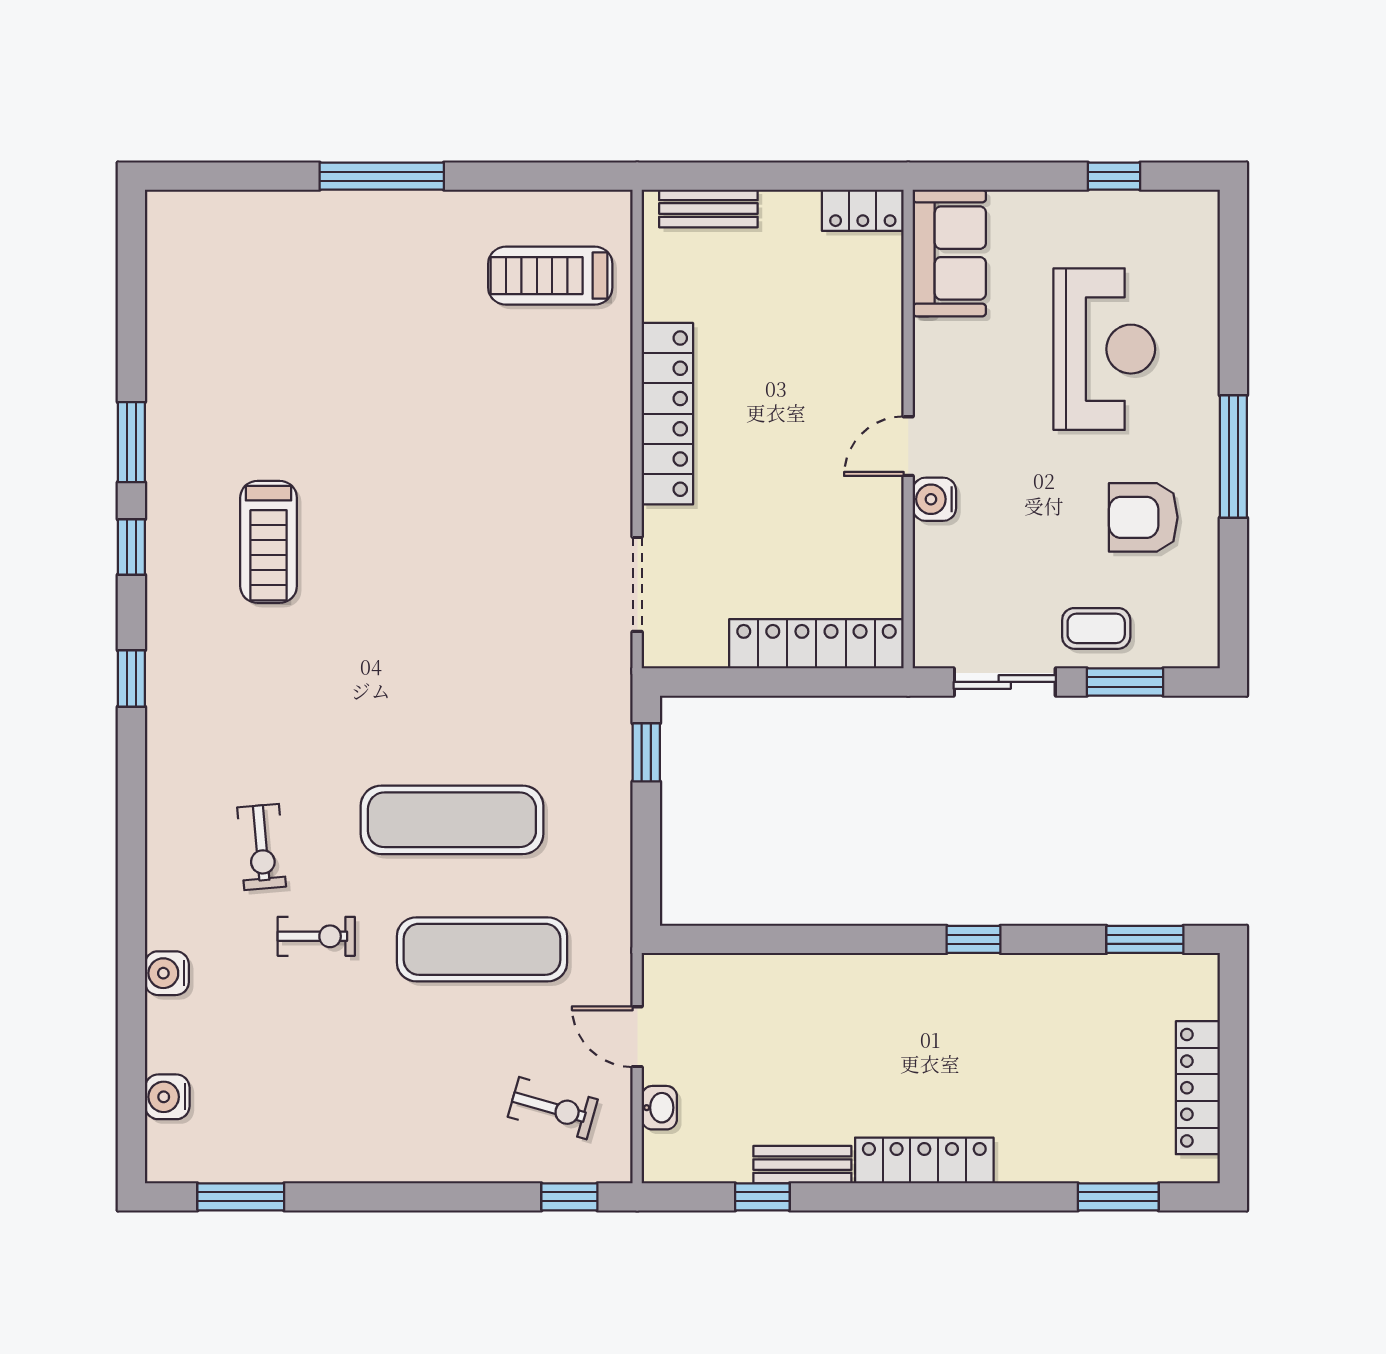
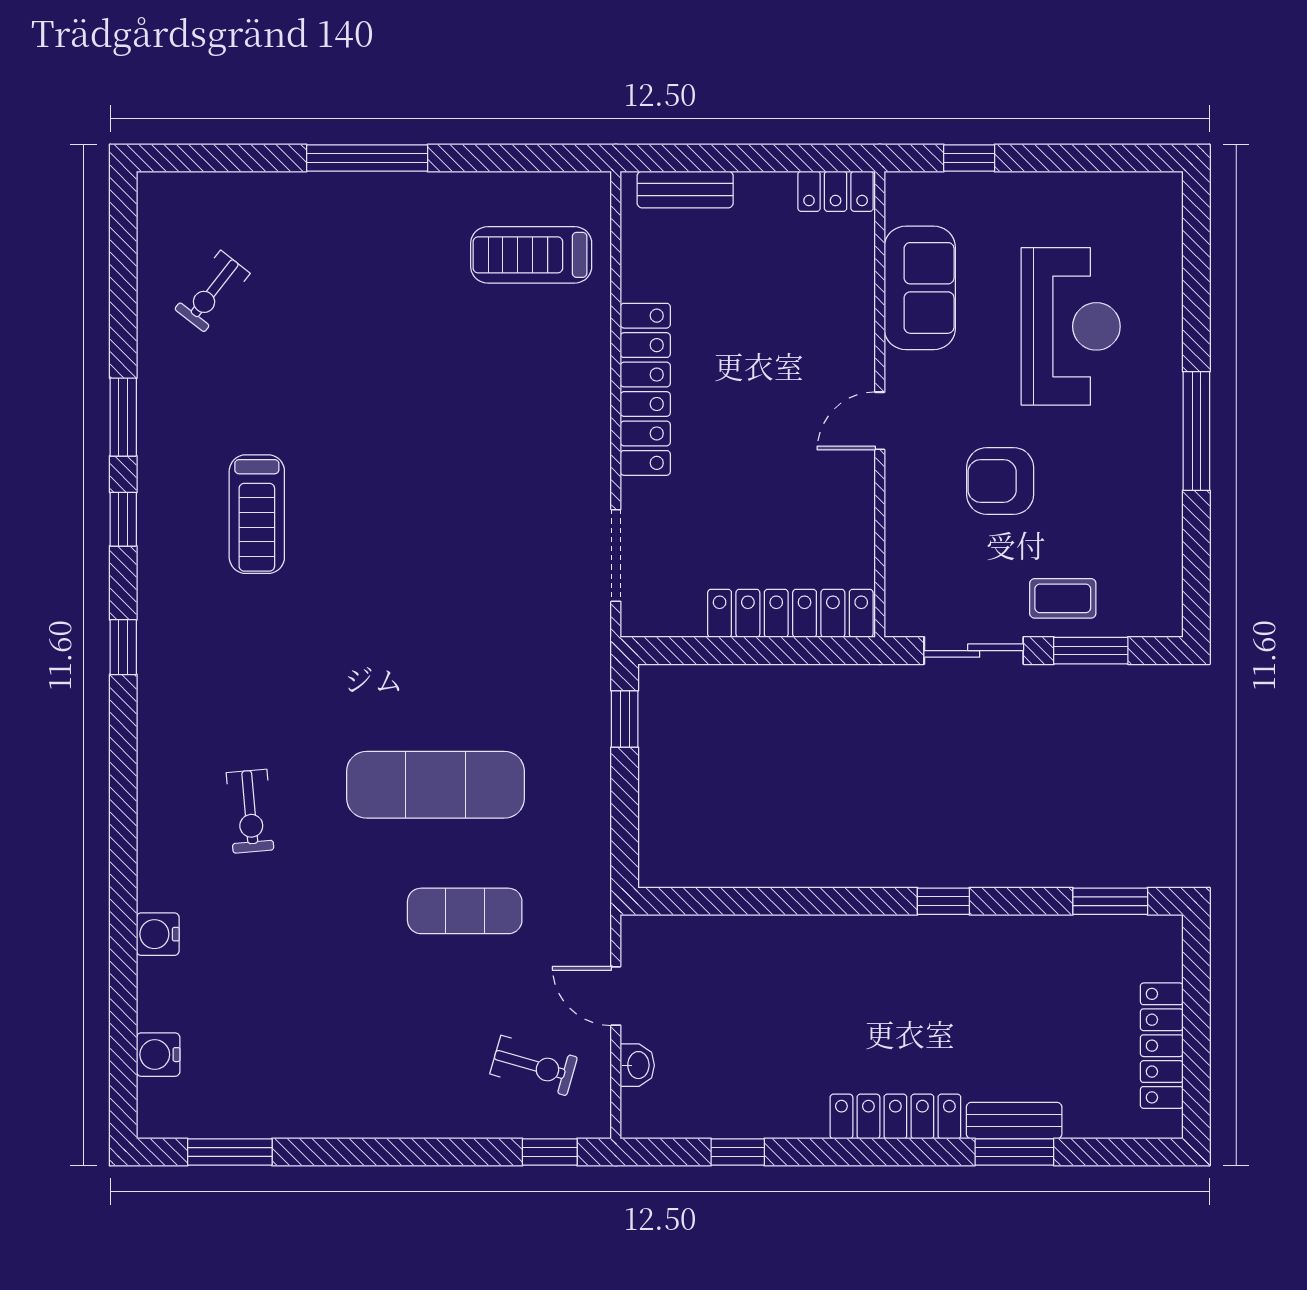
window: (1114, 176) -> (969, 158), moved
sofa: (949, 253) -> (920, 288), moved
water cooler: (934, 499) -> (905, 473), removed
armchair: (1143, 517) -> (1000, 481), moved
exercise bike: (316, 936) -> (212, 291), moved, turned 128
exercise mat: (482, 949) -> (465, 911), width x0.73, depth x0.69
bench: (802, 1165) -> (1014, 1121), moved
window: (1118, 1197) -> (1014, 1152), moved

